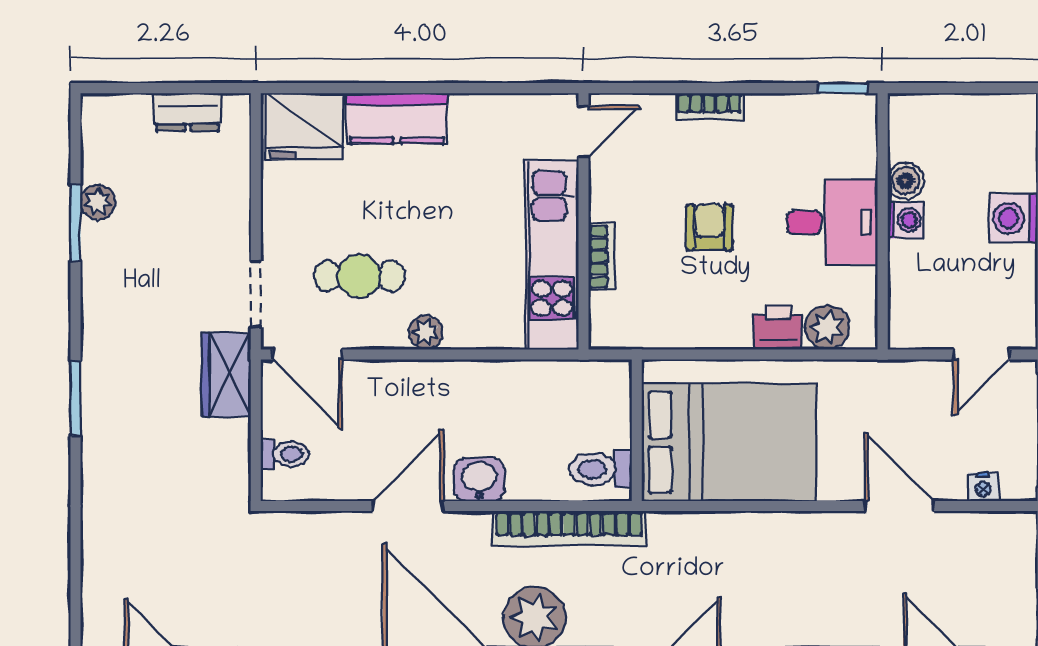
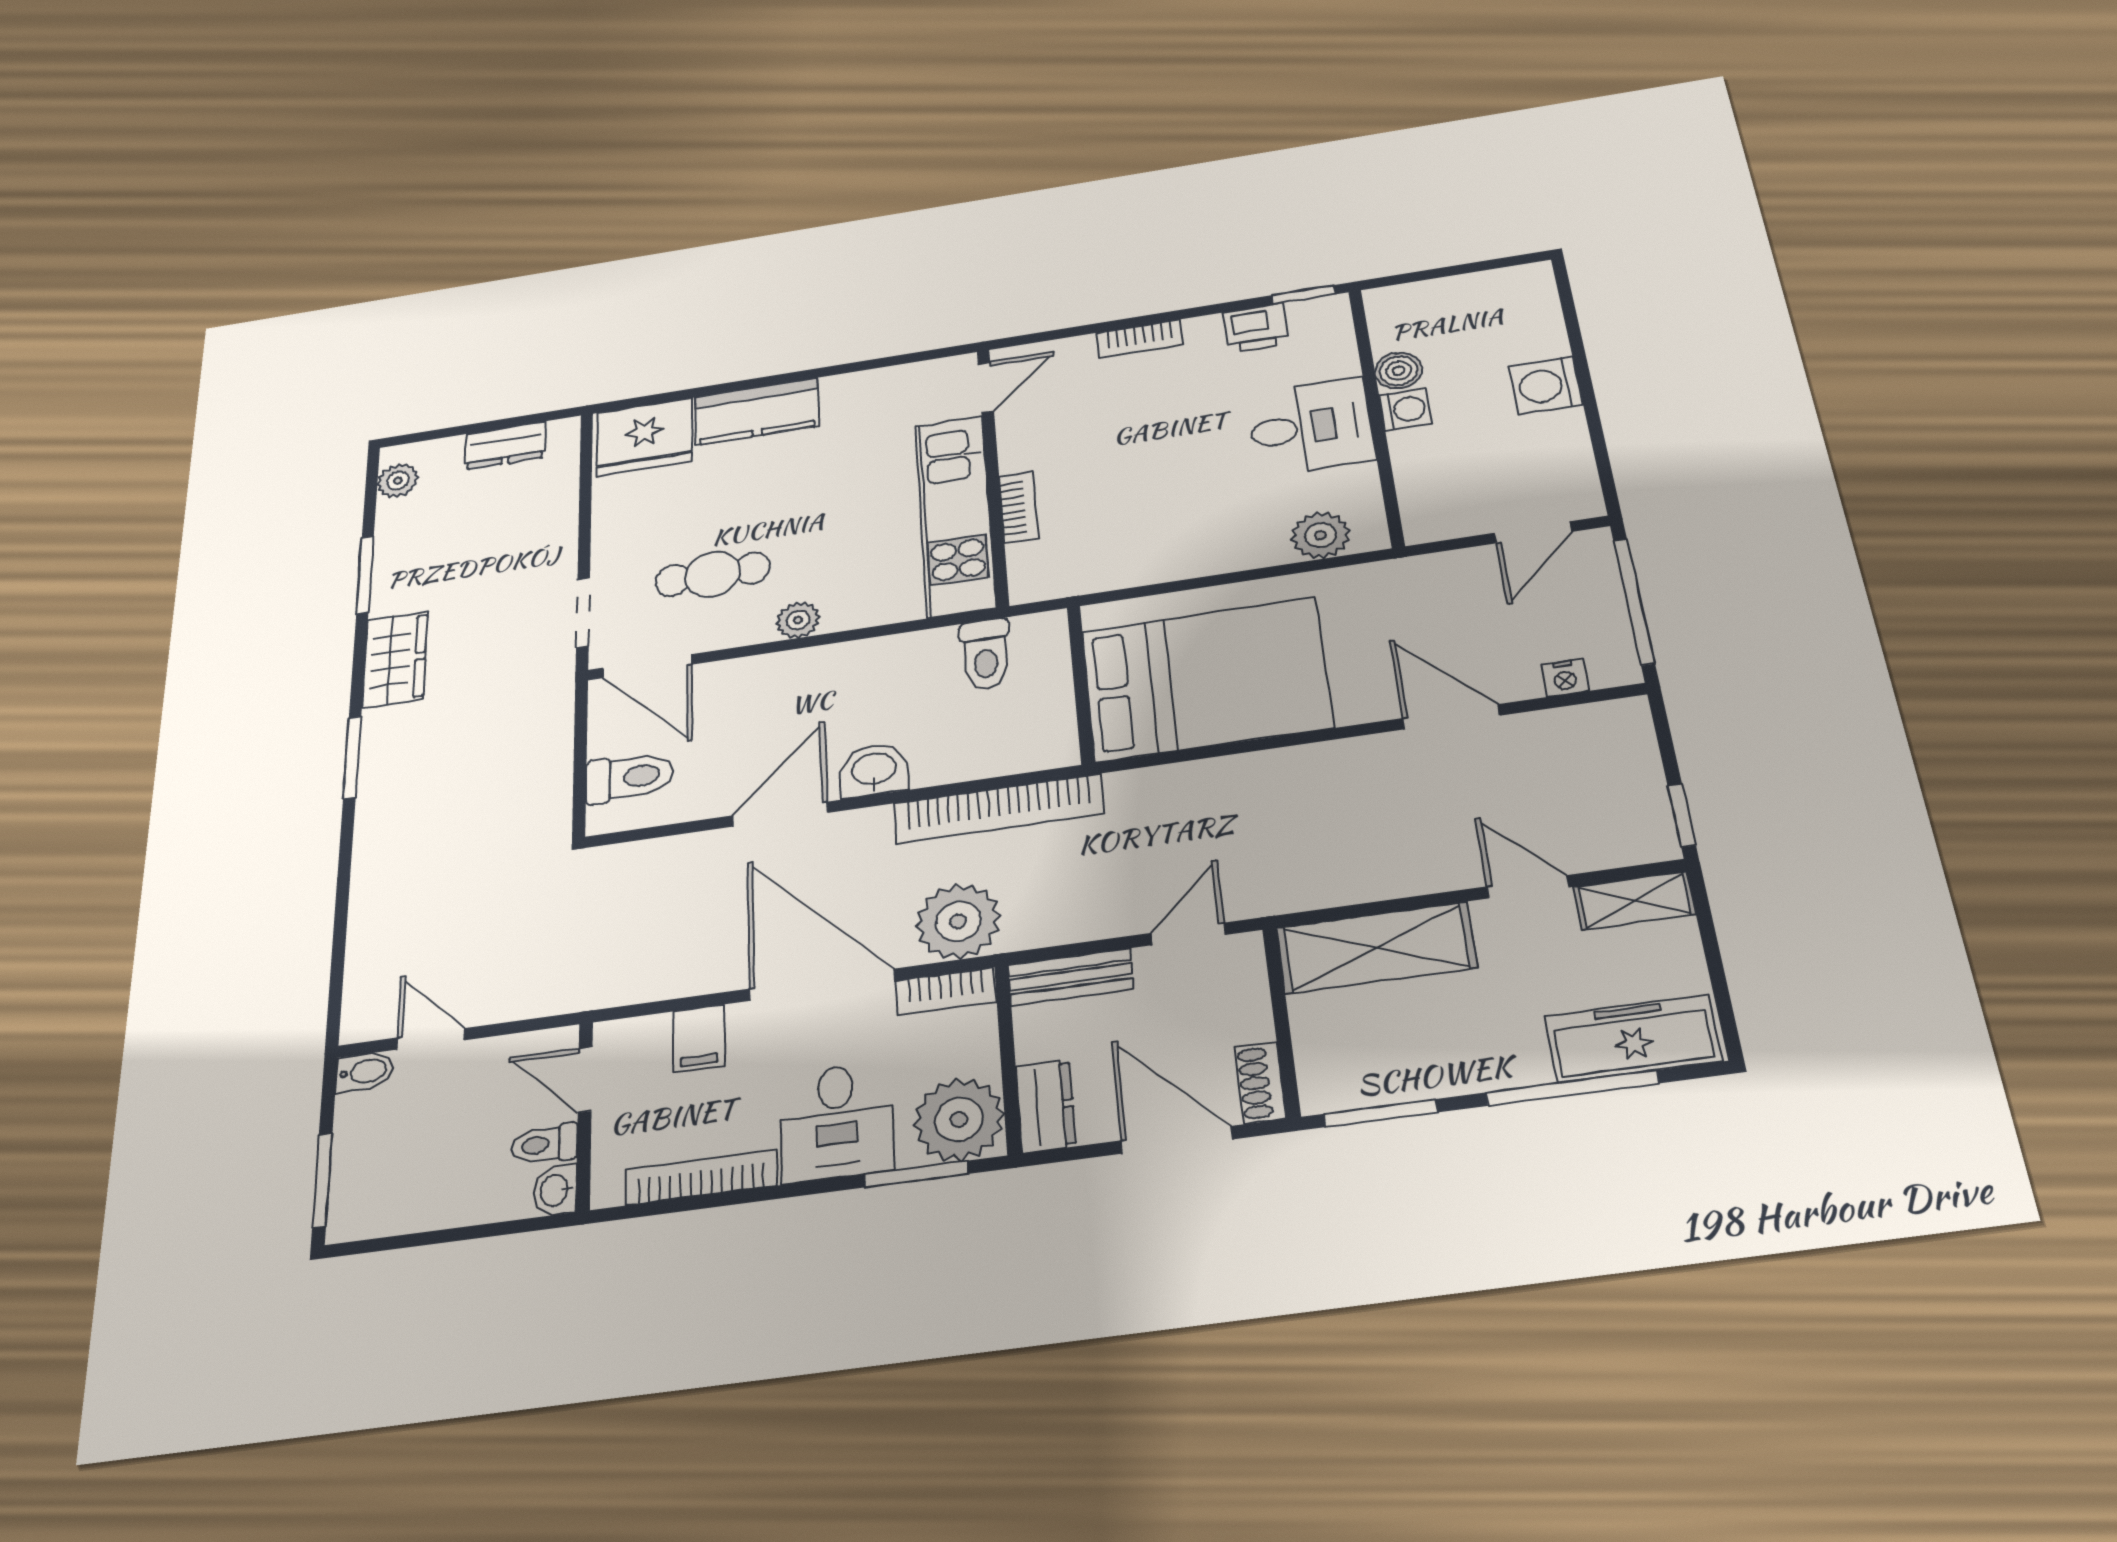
plant: (98, 202) -> (398, 481), moved
armchair: (709, 227) -> (1153, 456), removed
printer: (778, 328) -> (1256, 328), moved, turned 180
wardrobe: (226, 375) -> (395, 660), moved, turned 180
toilet: (285, 454) -> (629, 777), width x1.37, depth x1.39
toilet: (601, 469) -> (986, 654), moved, turned -90

